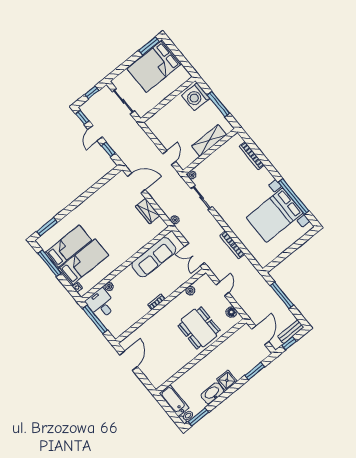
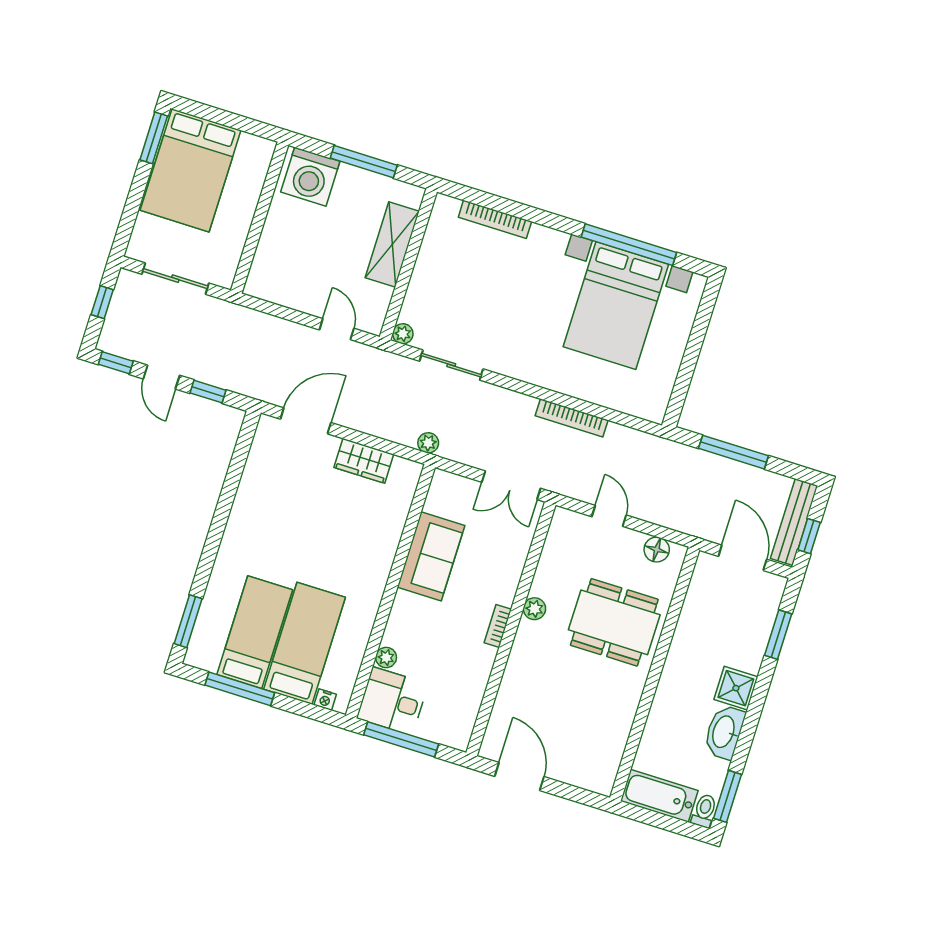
sofa: (154, 257) -> (431, 556), width x0.73
plant: (190, 291) -> (534, 609), moved
bench: (291, 332) -> (794, 522), width x1.36

